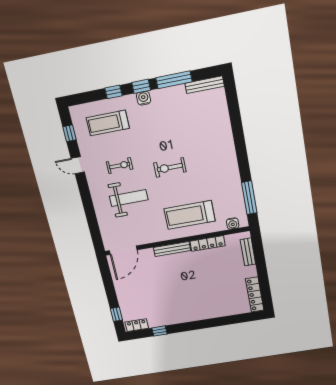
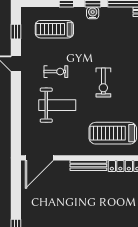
exercise bike: (170, 167) -> (103, 83), turned -90

